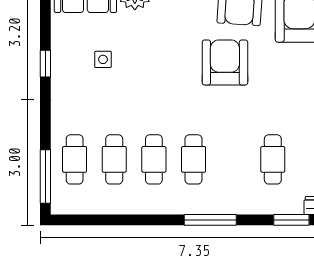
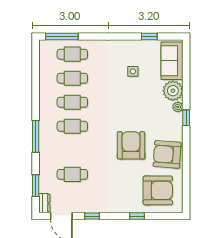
armchair: (225, 62) -> (131, 145), turned -90
window: (45, 64) -> (149, 36), moved

